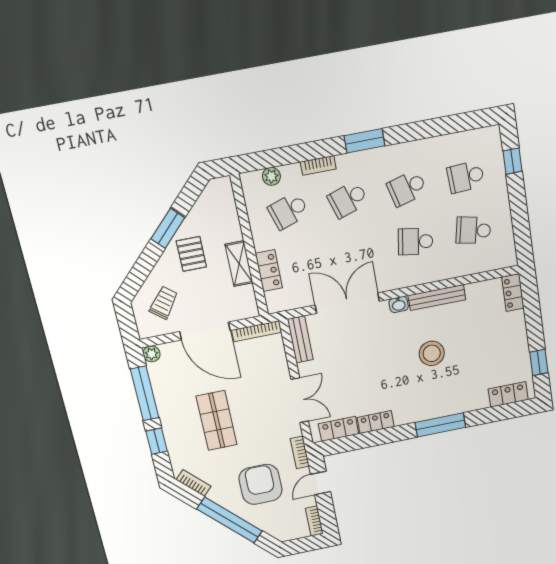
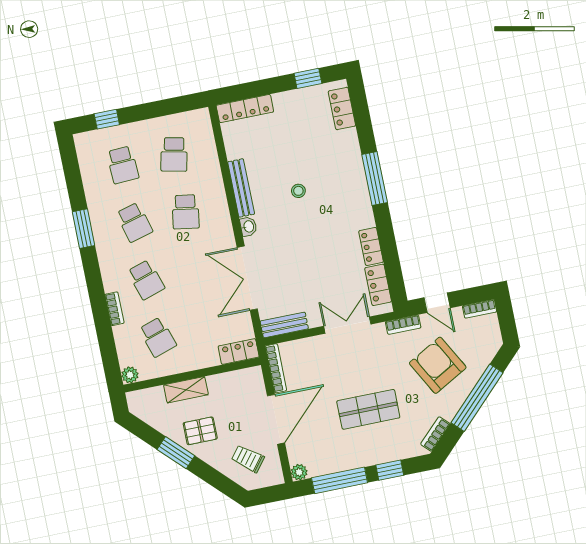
window: (364, 141) -> (83, 229), moved
plant: (271, 176) -> (130, 375), moved
shelving: (239, 264) -> (186, 390), moved
locker: (269, 271) -> (239, 352), moved
locker: (513, 293) -> (245, 109), width x1.53
stool: (432, 353) -> (298, 191), width x0.53, depth x0.53
armchair: (260, 484) -> (438, 365), turned 61

